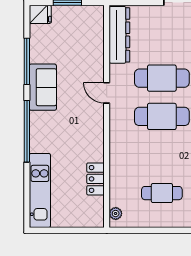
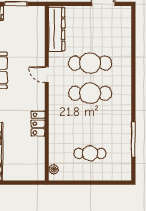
locker: (96, 179) -> (38, 124), moved

